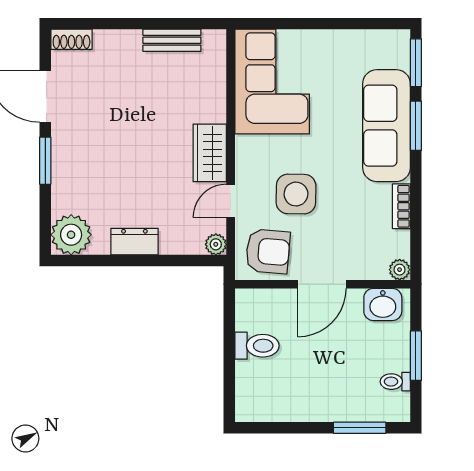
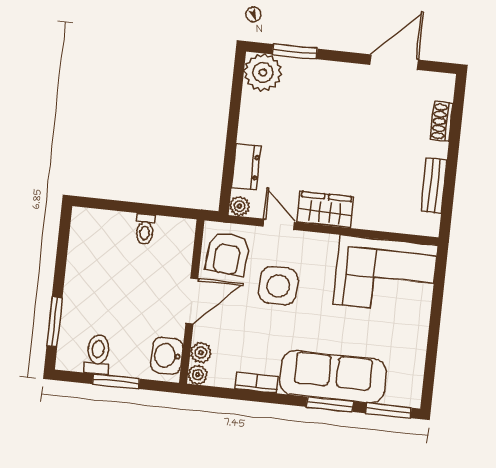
shoe rack: (71, 39) -> (442, 122), moved
window: (45, 161) -> (295, 52), moved
dresser: (134, 242) -> (246, 167), moved
plant: (376, 269) -> (201, 353), added
door: (322, 284) -> (192, 301), swing flipped
toilet: (257, 346) -> (145, 229), width x0.73, depth x0.72
toilet: (395, 382) -> (98, 354), width x1.37, depth x1.39

